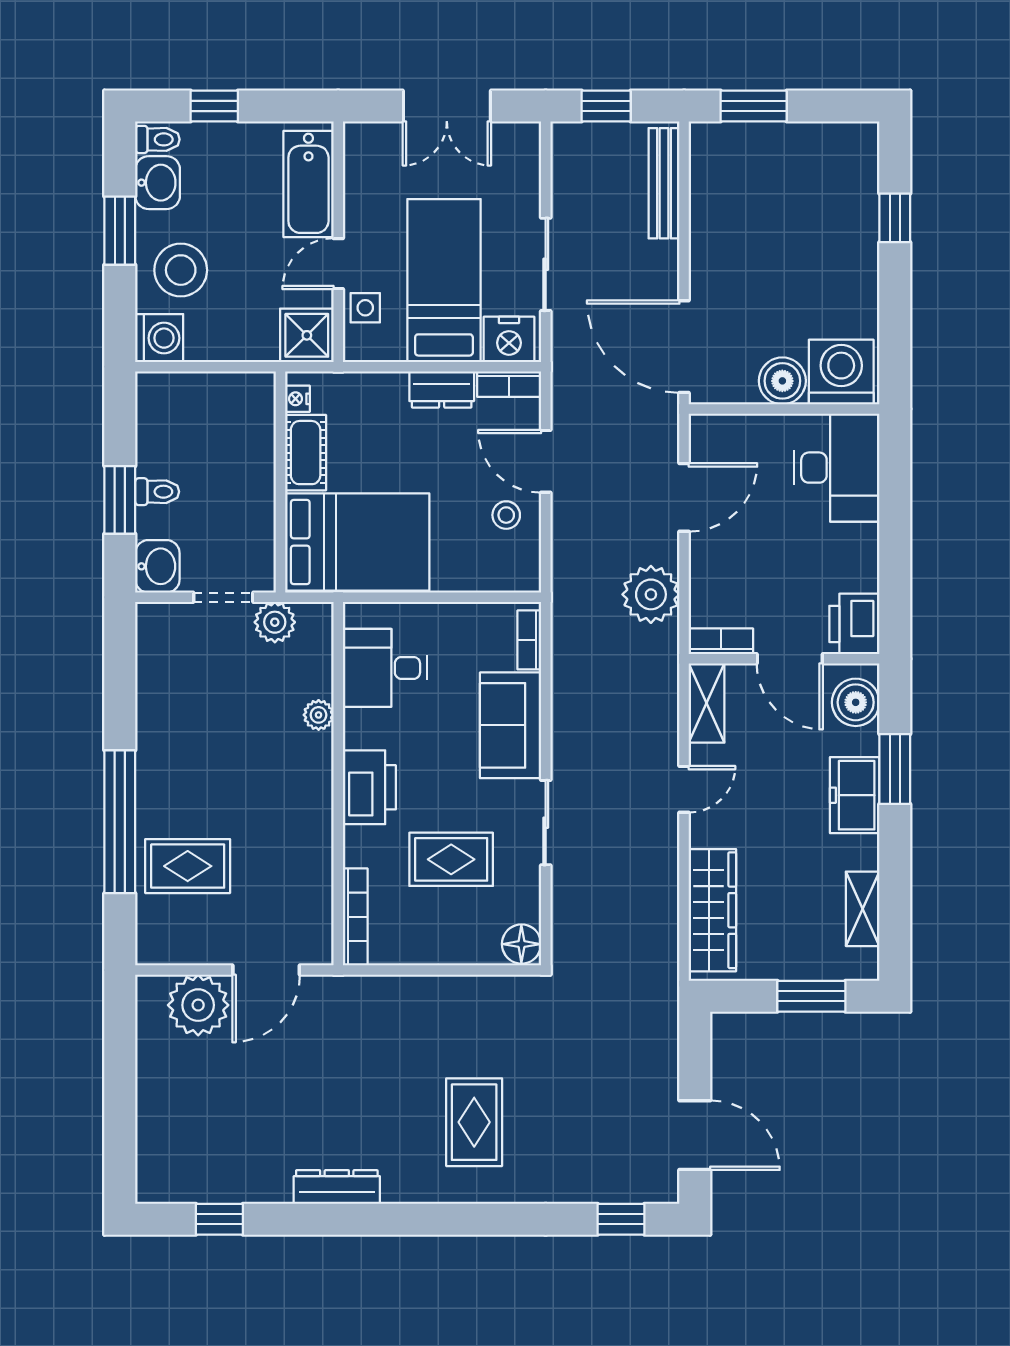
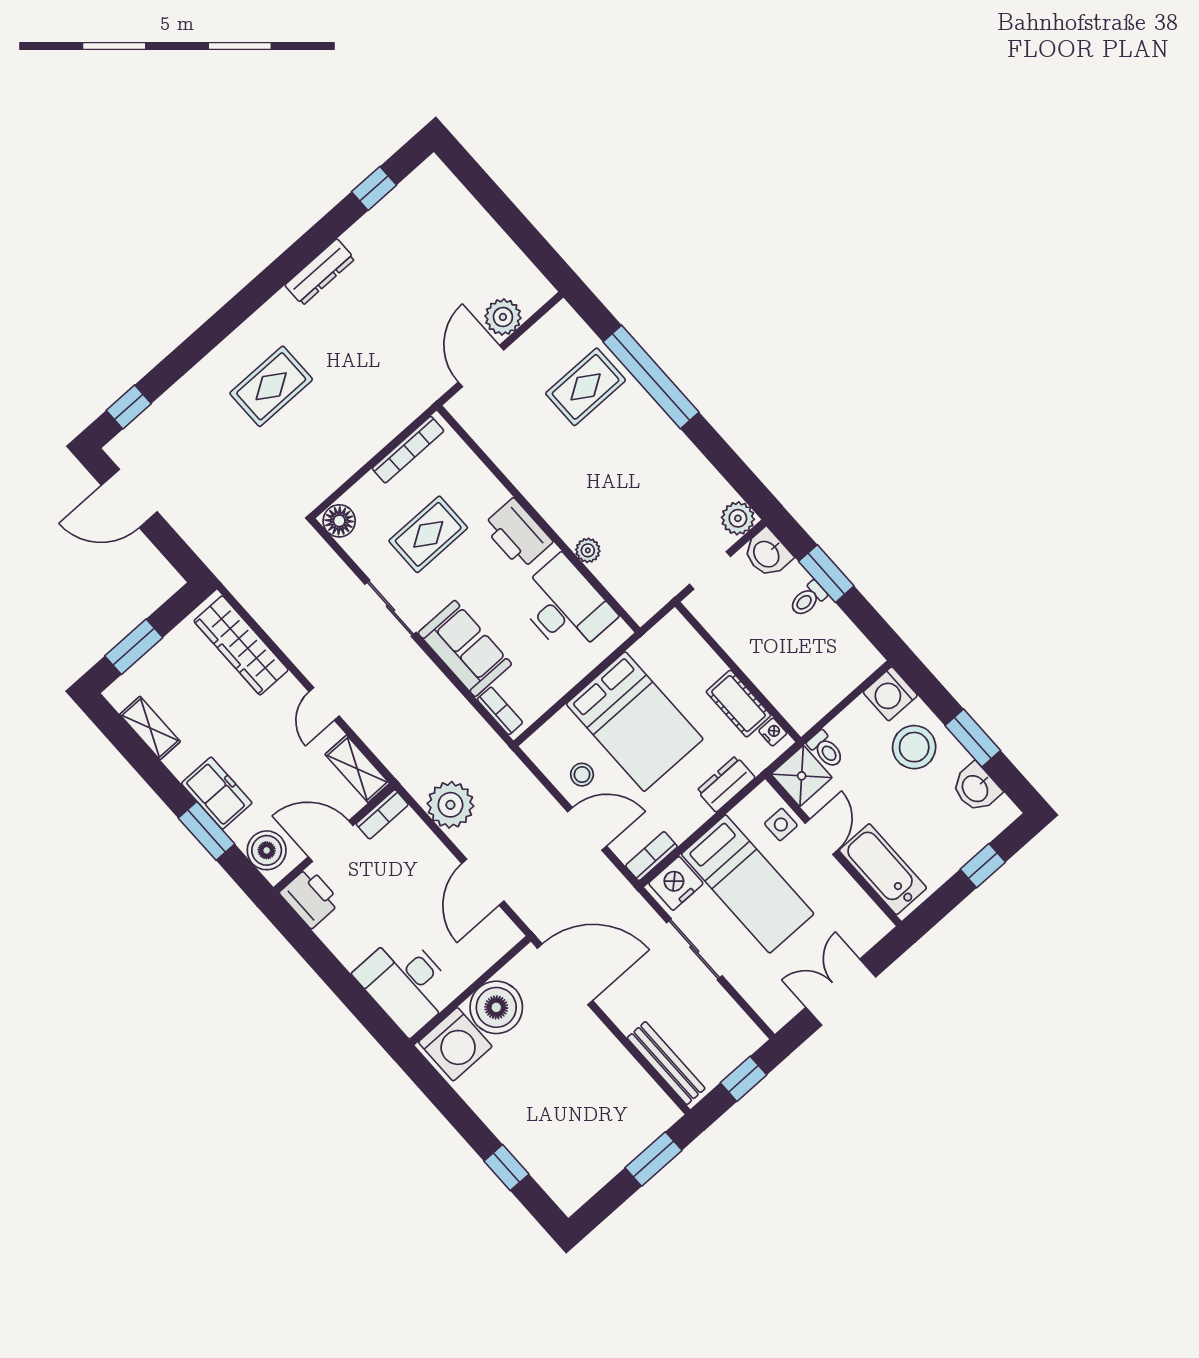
toilet: (157, 139) -> (826, 749), moved, turned -90
boiler: (782, 381) -> (496, 1007), width x1.37, depth x1.37
dresser: (442, 389) -> (726, 784), moved
bed: (357, 542) -> (635, 722), moved, turned -90
plant: (275, 622) -> (738, 518), moved
desk: (385, 668) -> (565, 606), width x1.37
bookcase: (355, 917) -> (408, 450), moved, turned -90
plant: (198, 1005) -> (503, 317), width x0.73, depth x0.73
rug: (474, 1122) -> (271, 386), turned 90

